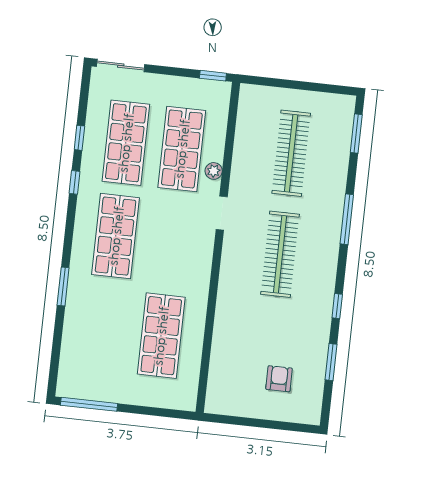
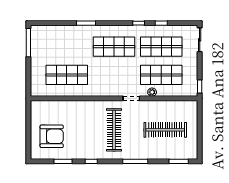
clothes rail: (280, 254) -> (114, 130), turned 90
armchair: (279, 379) -> (52, 136), width x1.88, depth x1.88

